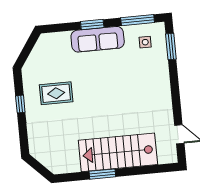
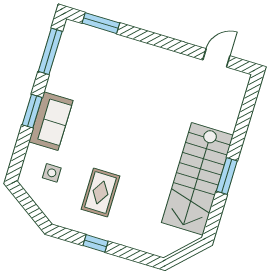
sofa: (98, 39) -> (51, 121), width x0.73
side table: (145, 42) -> (52, 173), moved
stairs: (118, 152) -> (197, 179), moved

